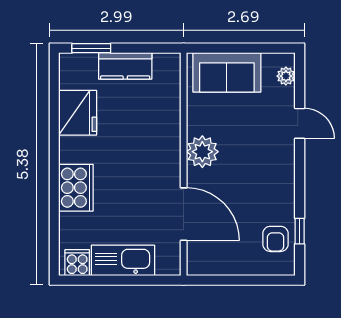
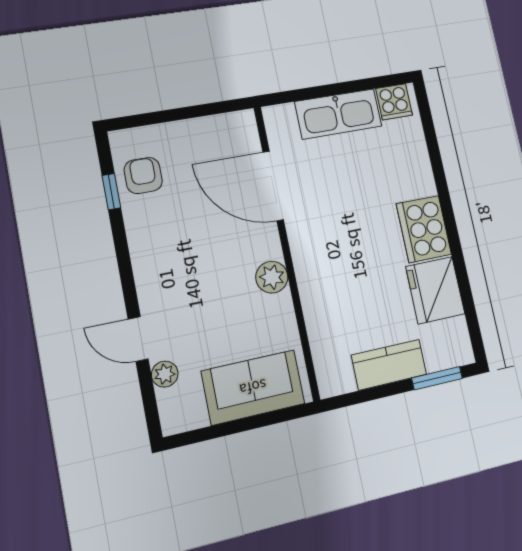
plant: (286, 76) -> (165, 374), moved
plant: (202, 152) -> (272, 277), width x0.73, depth x0.73
cooker: (76, 188) -> (424, 229), moved

